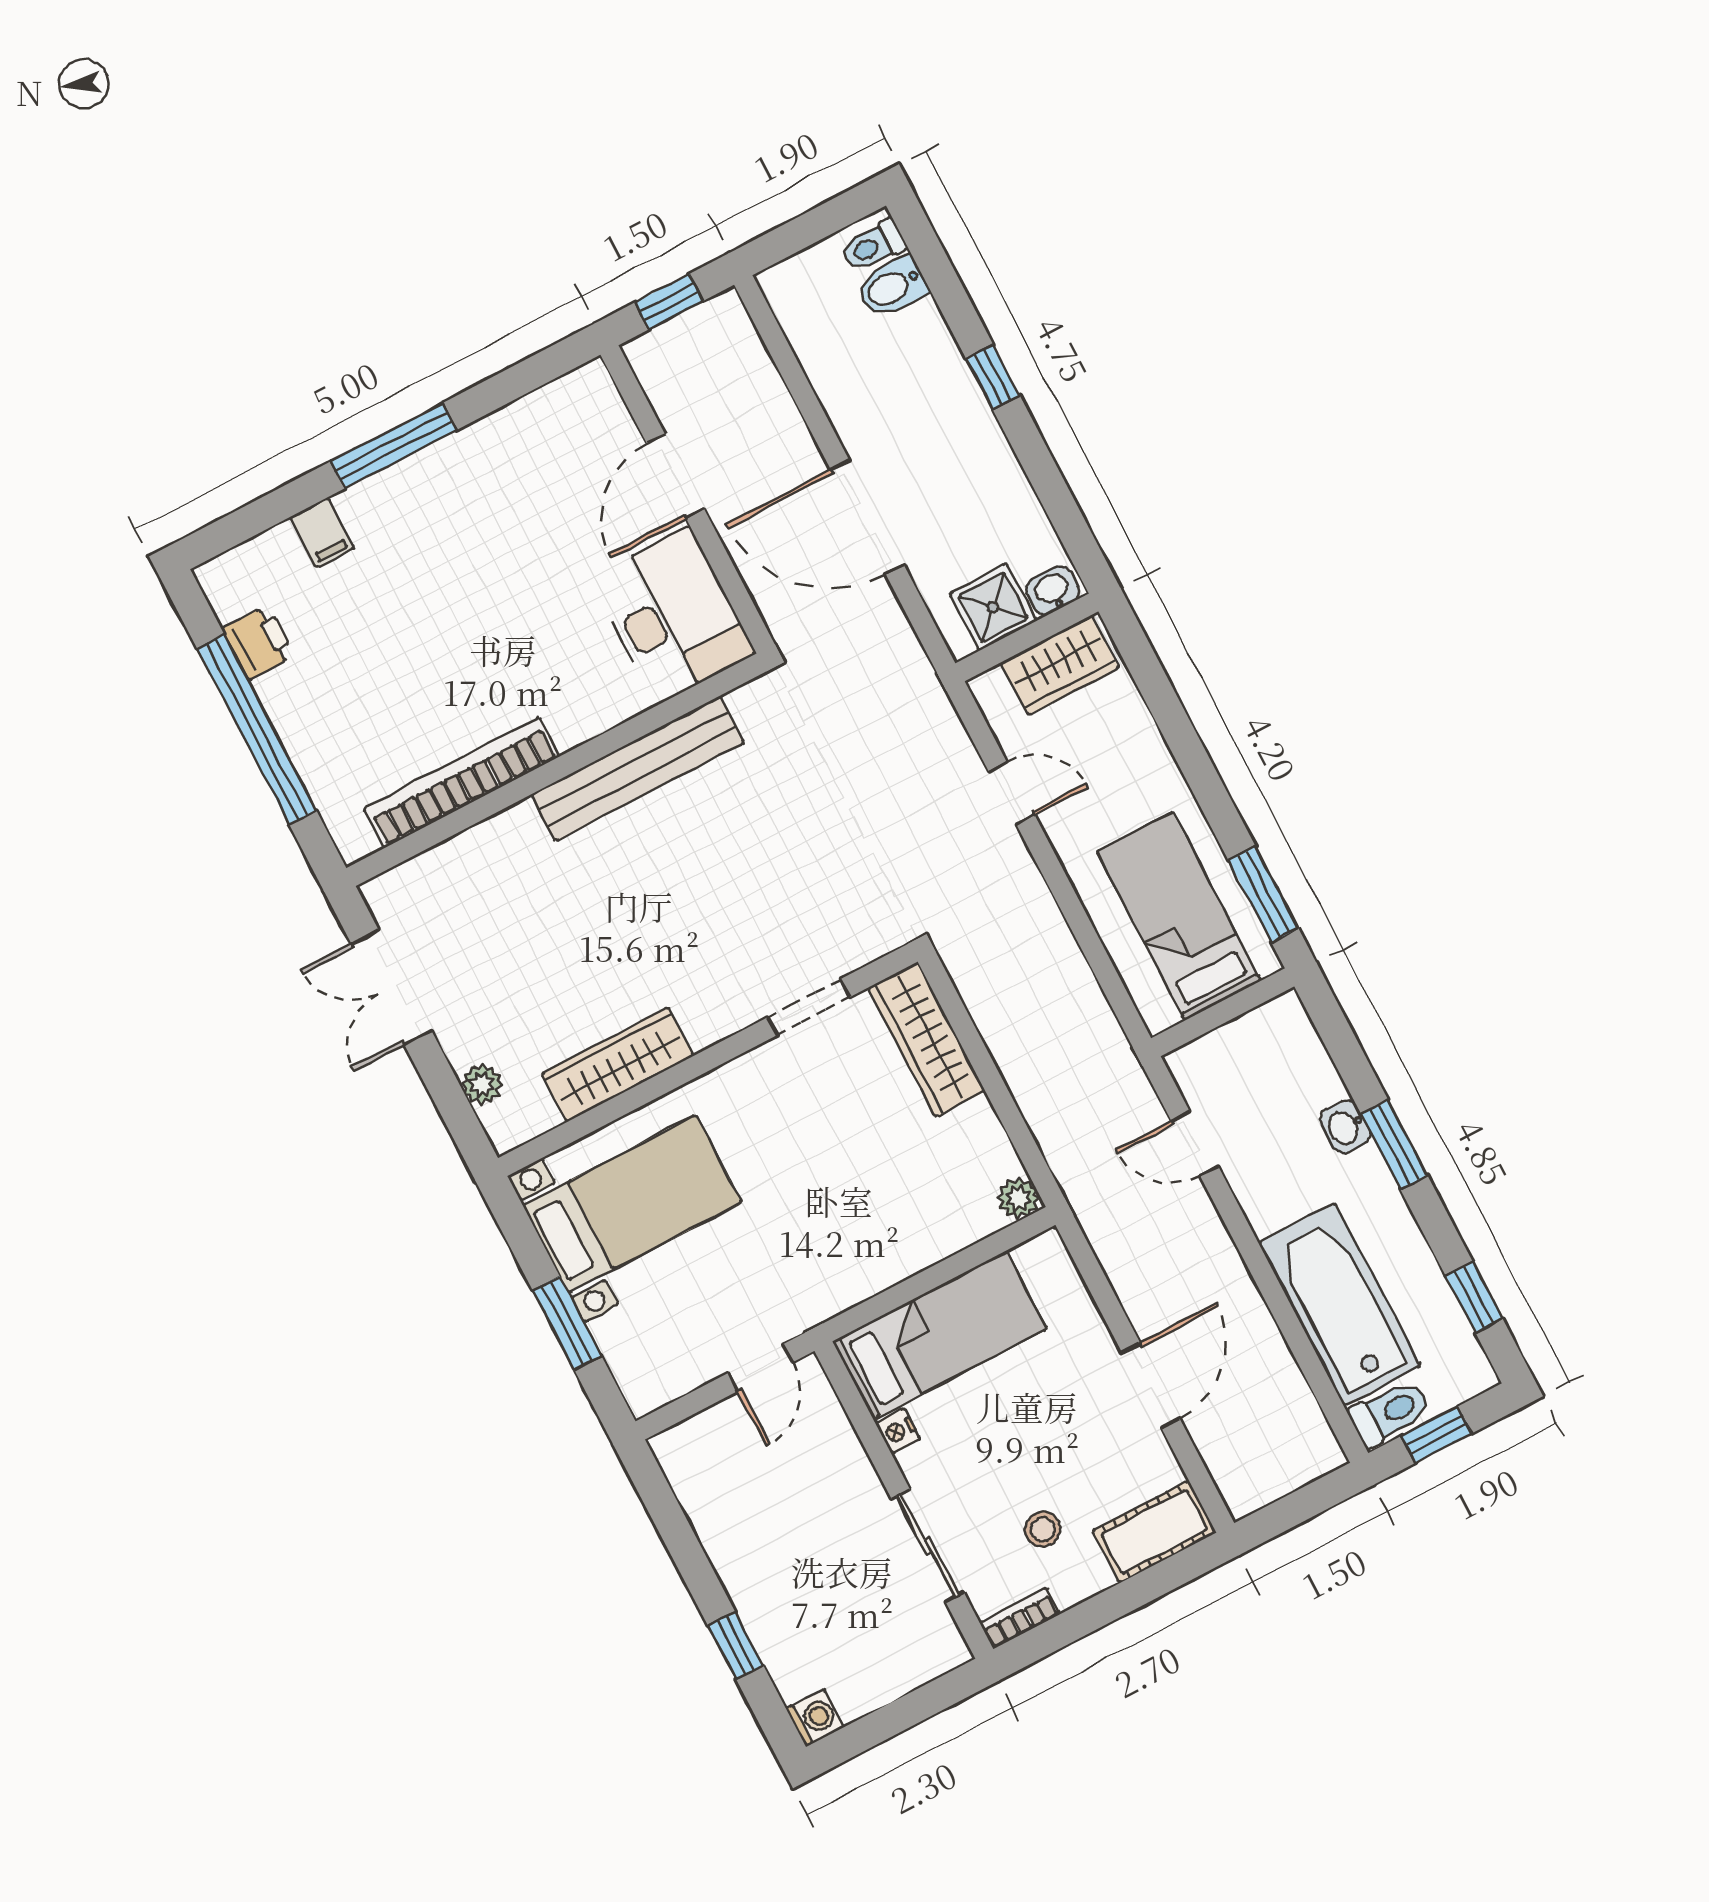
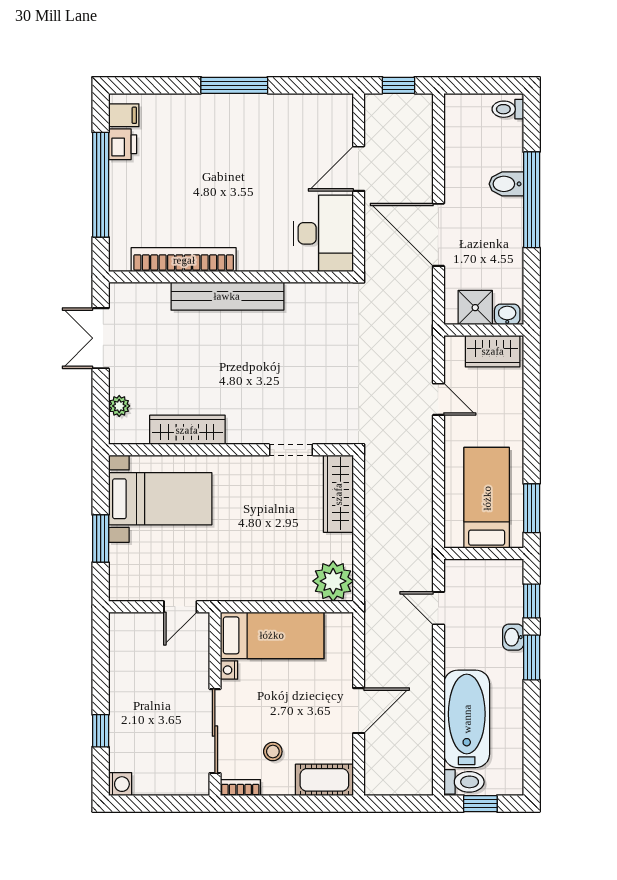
bidet: (892, 287) -> (506, 184), moved
window: (993, 377) -> (532, 200), width x3.17
filing cabinet: (322, 533) -> (124, 115), moved, turned -90
bench: (638, 768) -> (227, 296), moved
plant: (1018, 1198) -> (333, 581), width x1.87, depth x1.87
window: (1474, 1297) -> (532, 601), moved
sliding door: (928, 1546) -> (215, 731), width x1.37

